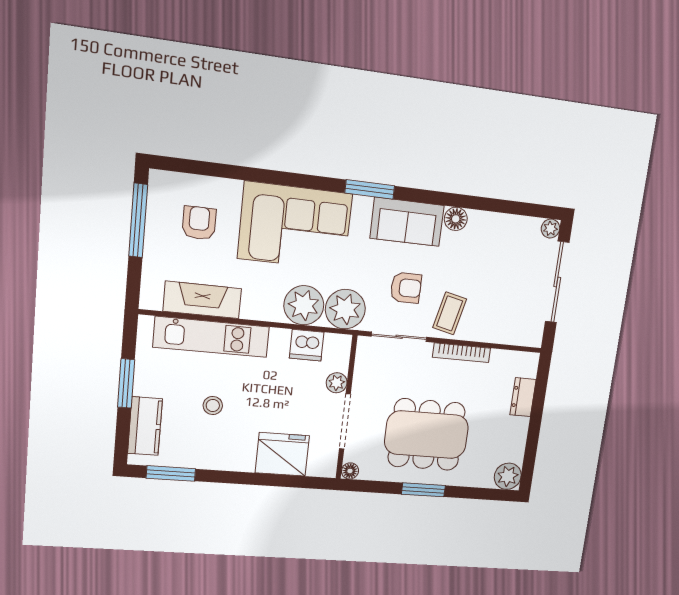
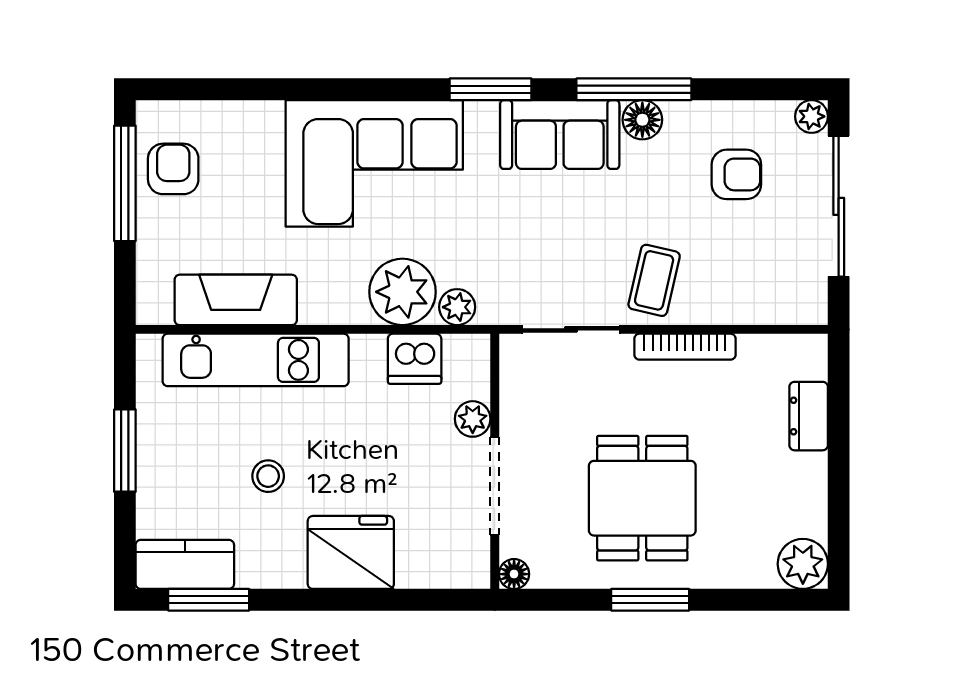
window: (453, 200) -> (634, 89), added
armchair: (199, 223) -> (173, 169), moved
armchair: (406, 288) -> (736, 174), moved
plant: (345, 309) -> (457, 307), width x0.53, depth x0.53
kitchen counter: (145, 426) -> (185, 564), moved, turned -90
dining table: (427, 435) -> (642, 498), width x0.73
fridge: (282, 454) -> (351, 552), moved

